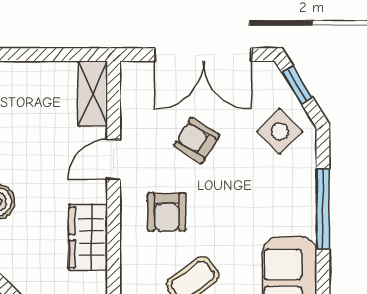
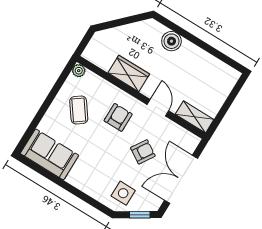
side table: (280, 131) -> (123, 193), turned 45
window: (323, 209) -> (75, 191), removed
armchair: (167, 212) -> (118, 117), turned 90

